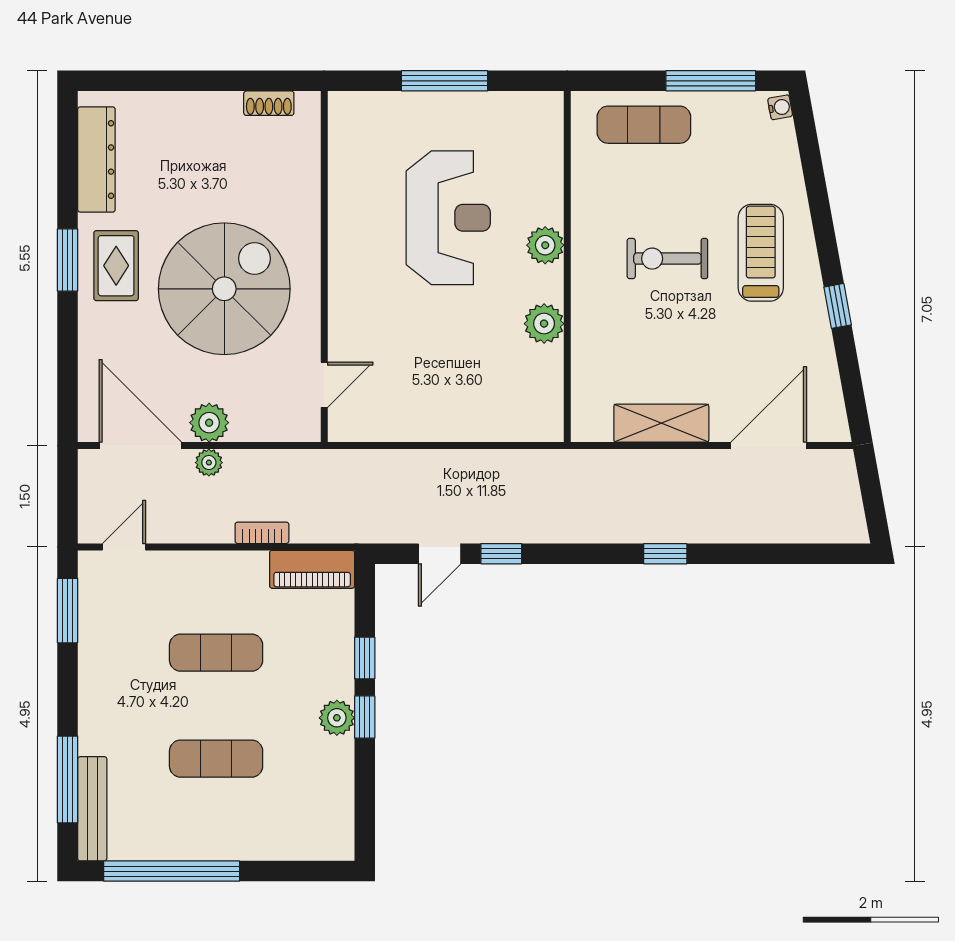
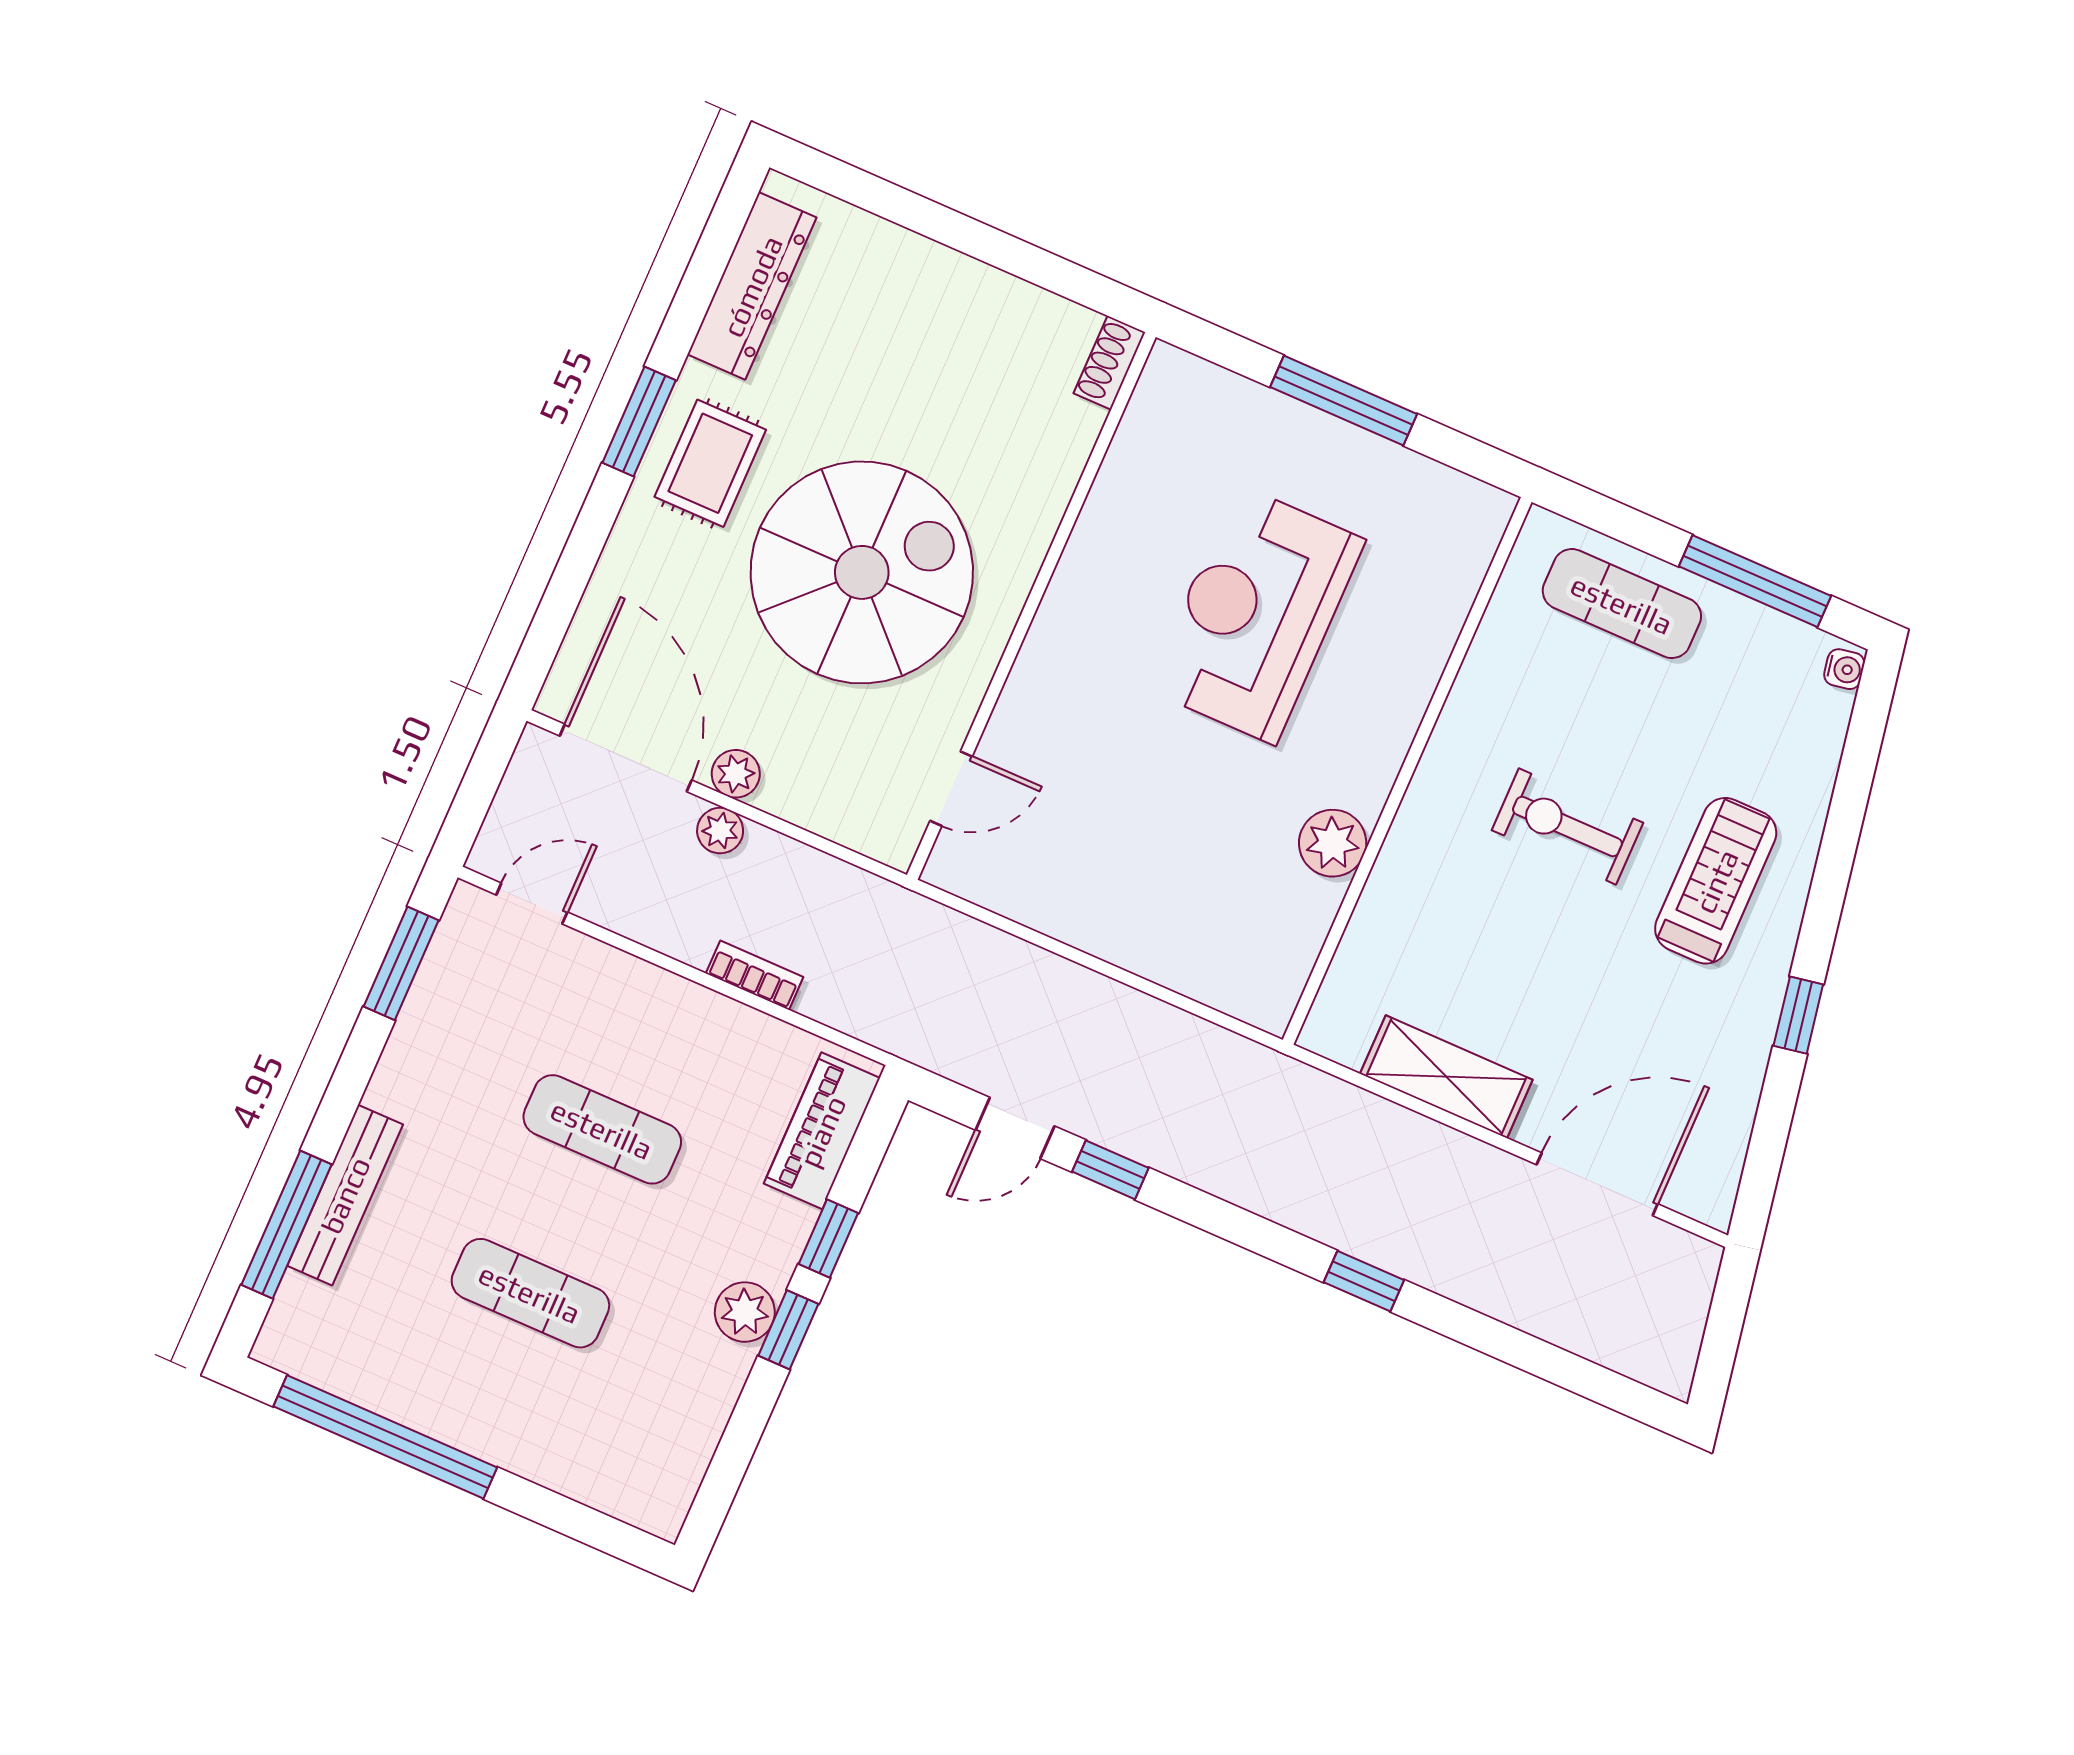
shoe rack: (269, 103) -> (1109, 363), moved, turned 90
reception desk: (448, 218) -> (1256, 615), turned 180
plant: (545, 245) -> (1388, 723), removed
plant: (209, 423) -> (736, 774), width x0.73, depth x0.73
piano: (312, 569) -> (822, 1131), moved, turned 90
bench: (92, 809) -> (345, 1195), moved

